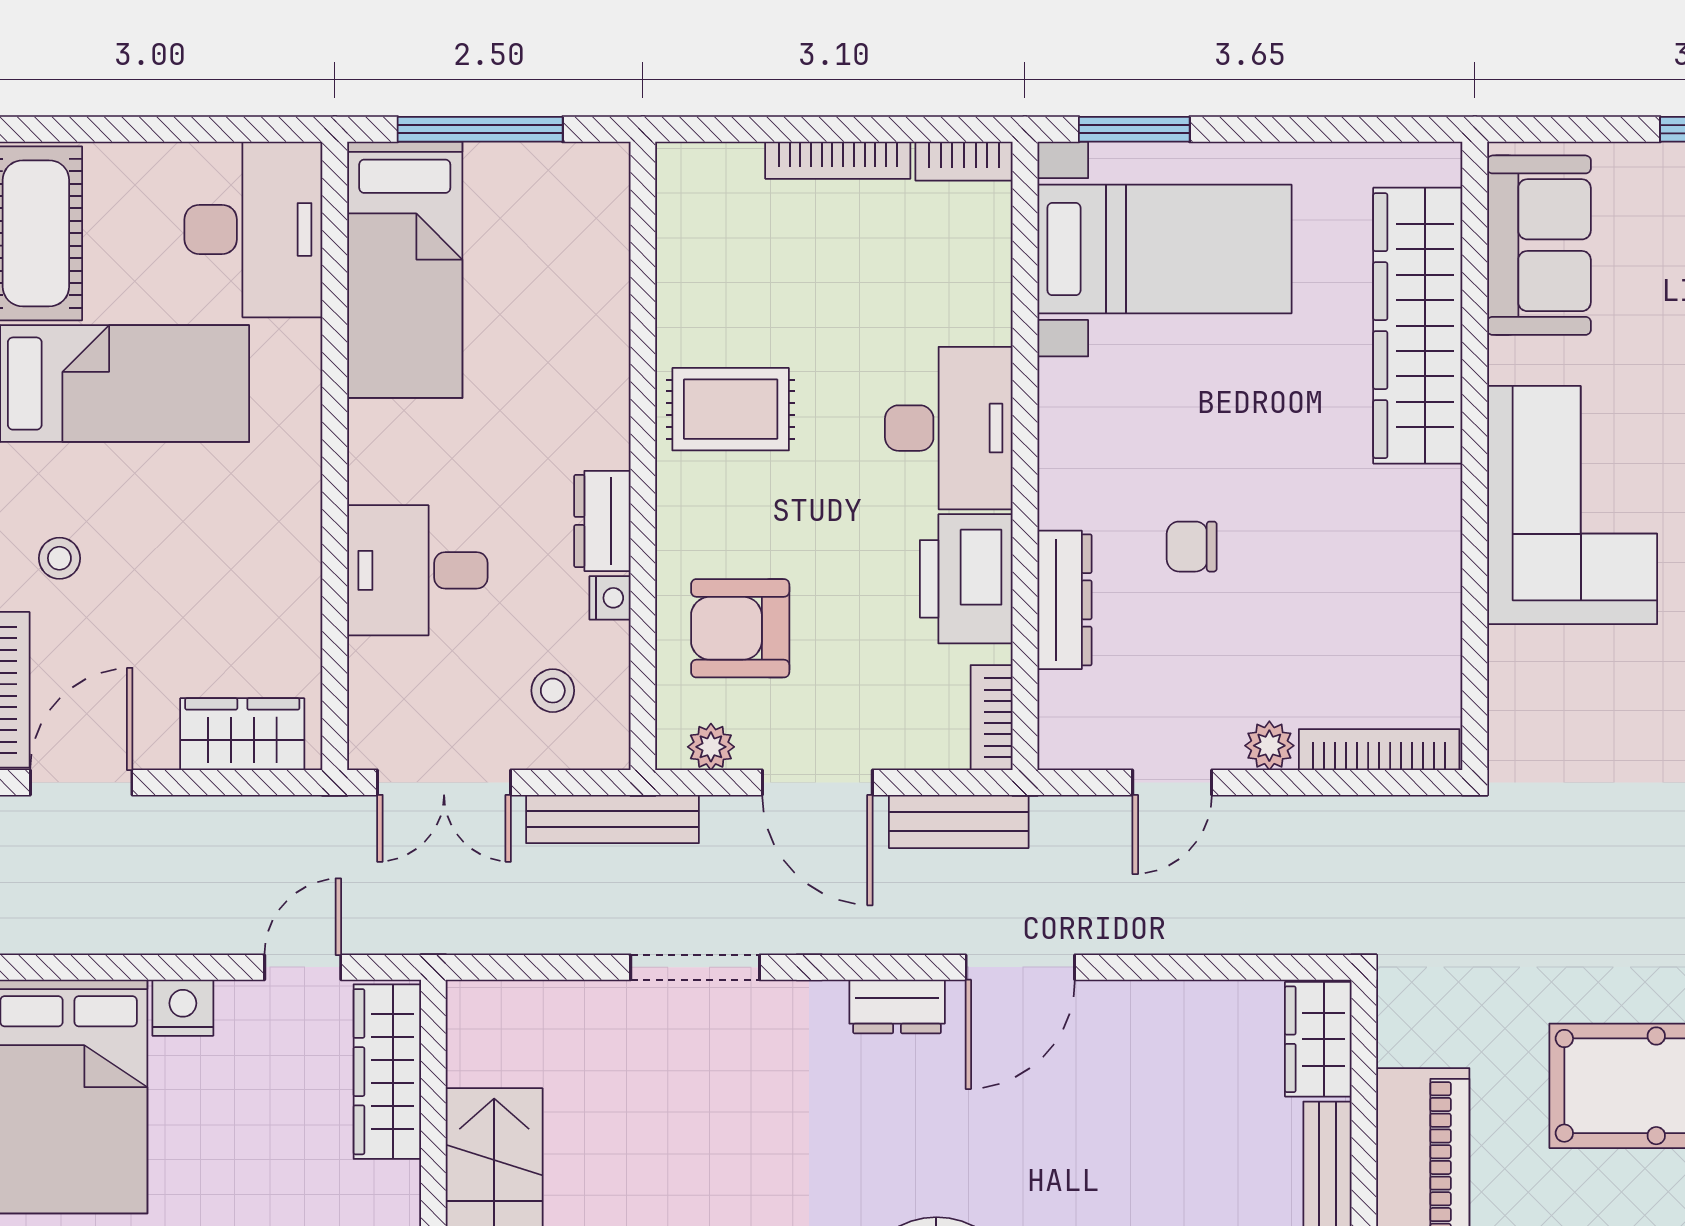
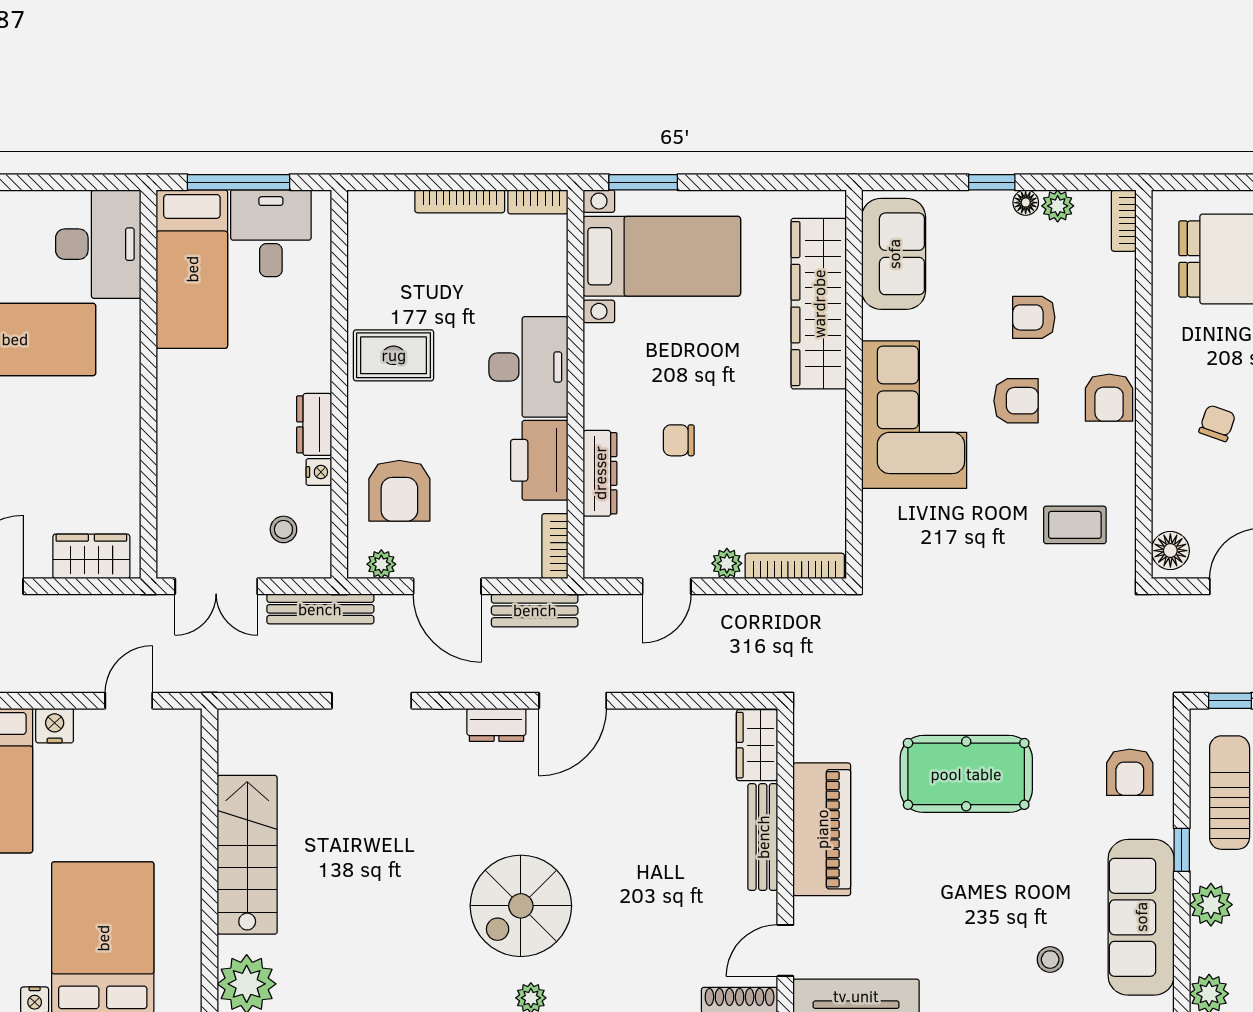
desk: (417, 570) -> (271, 233), moved, turned 90
armchair: (740, 628) -> (399, 491), turned -90
wardrobe: (387, 1072) -> (181, 765), removed

